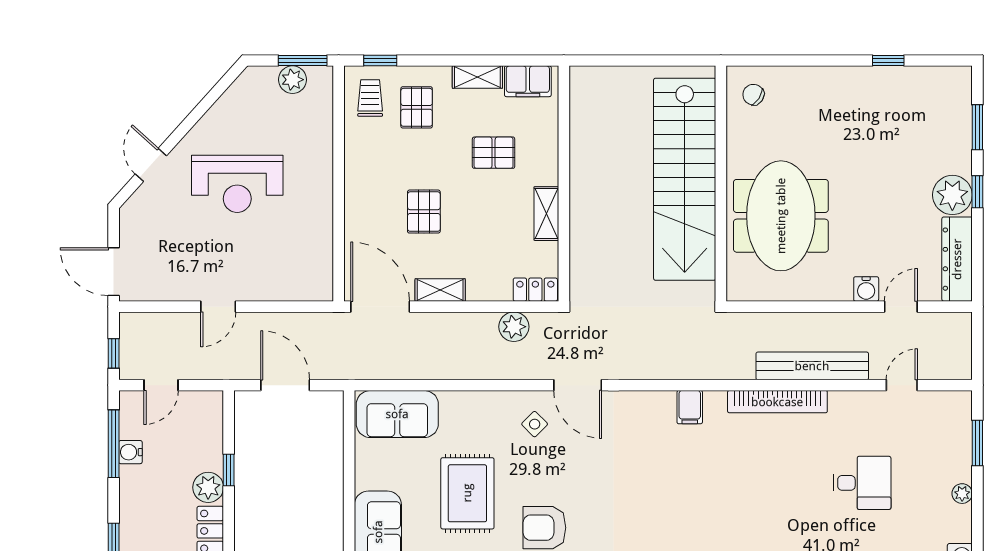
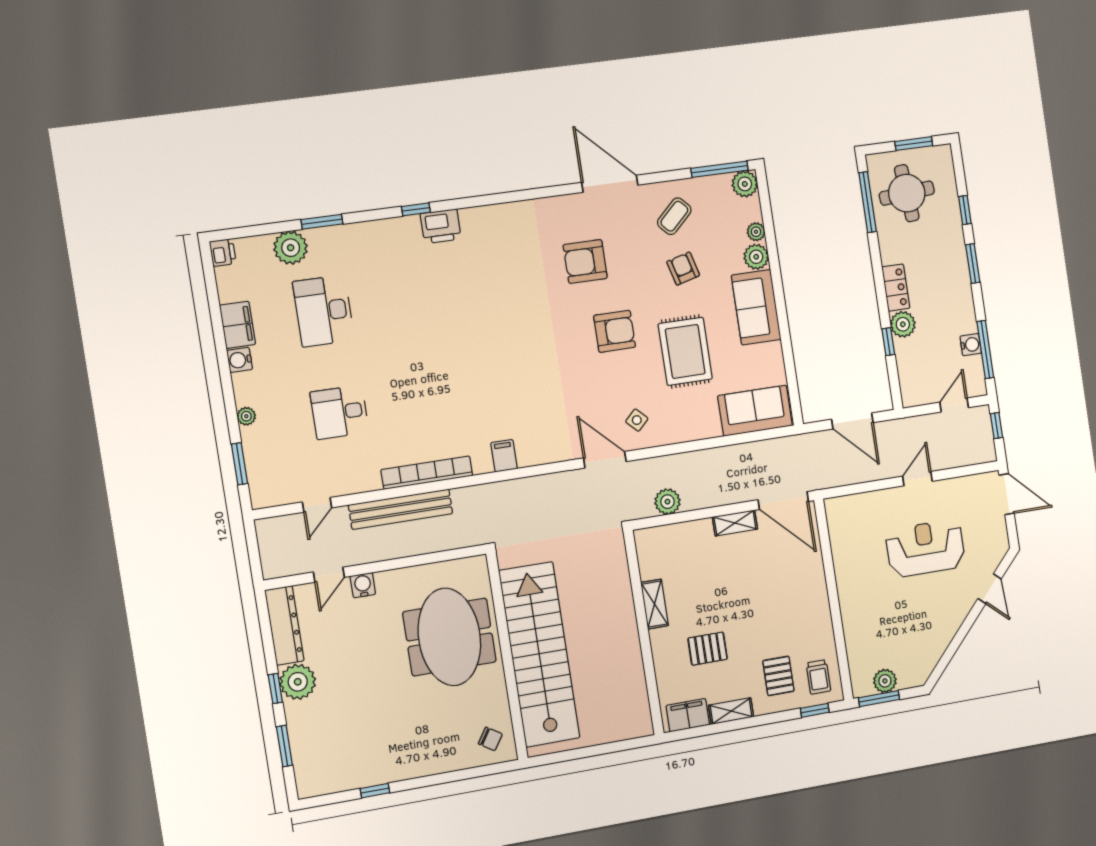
reception desk: (237, 184) -> (925, 548), moved
pallet: (424, 212) -> (759, 588), removed
locker: (535, 290) -> (654, 537), removed

